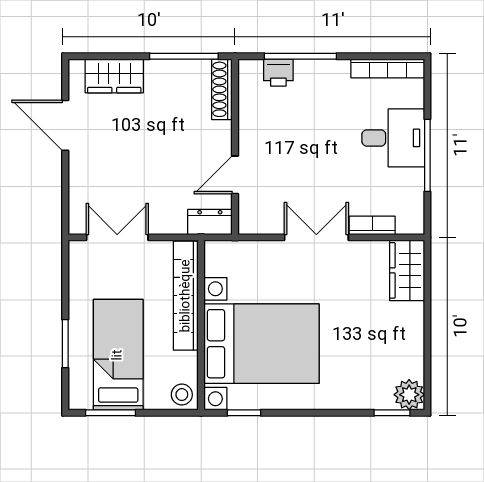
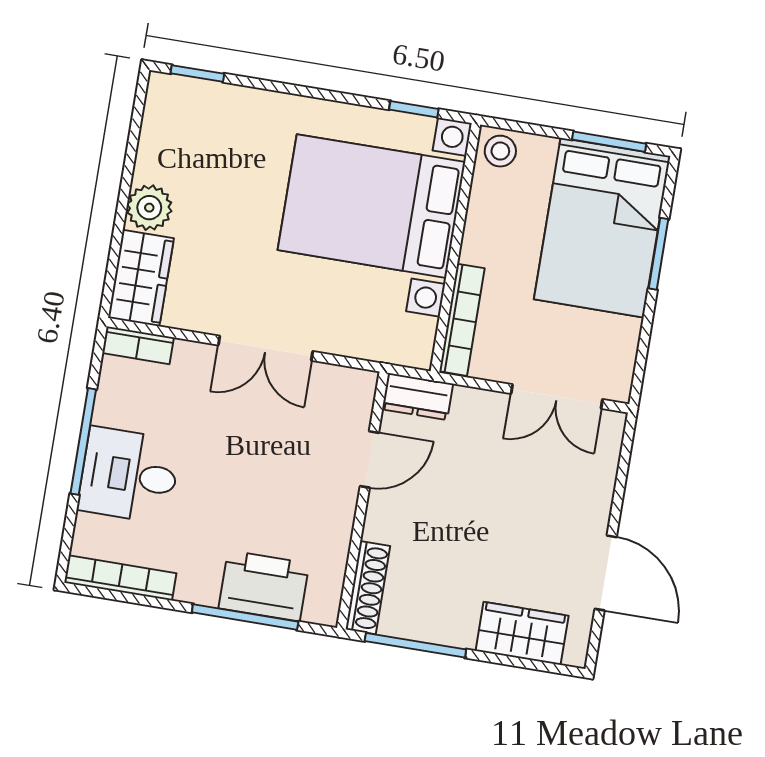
printer: (278, 73) -> (264, 586), width x1.87, depth x1.48
bookcase: (372, 225) -> (138, 345), moved
bookcase: (186, 296) -> (462, 320), width x0.68, depth x0.76
bed: (118, 355) -> (602, 228), width x1.50
plant: (409, 395) -> (149, 208), moved

